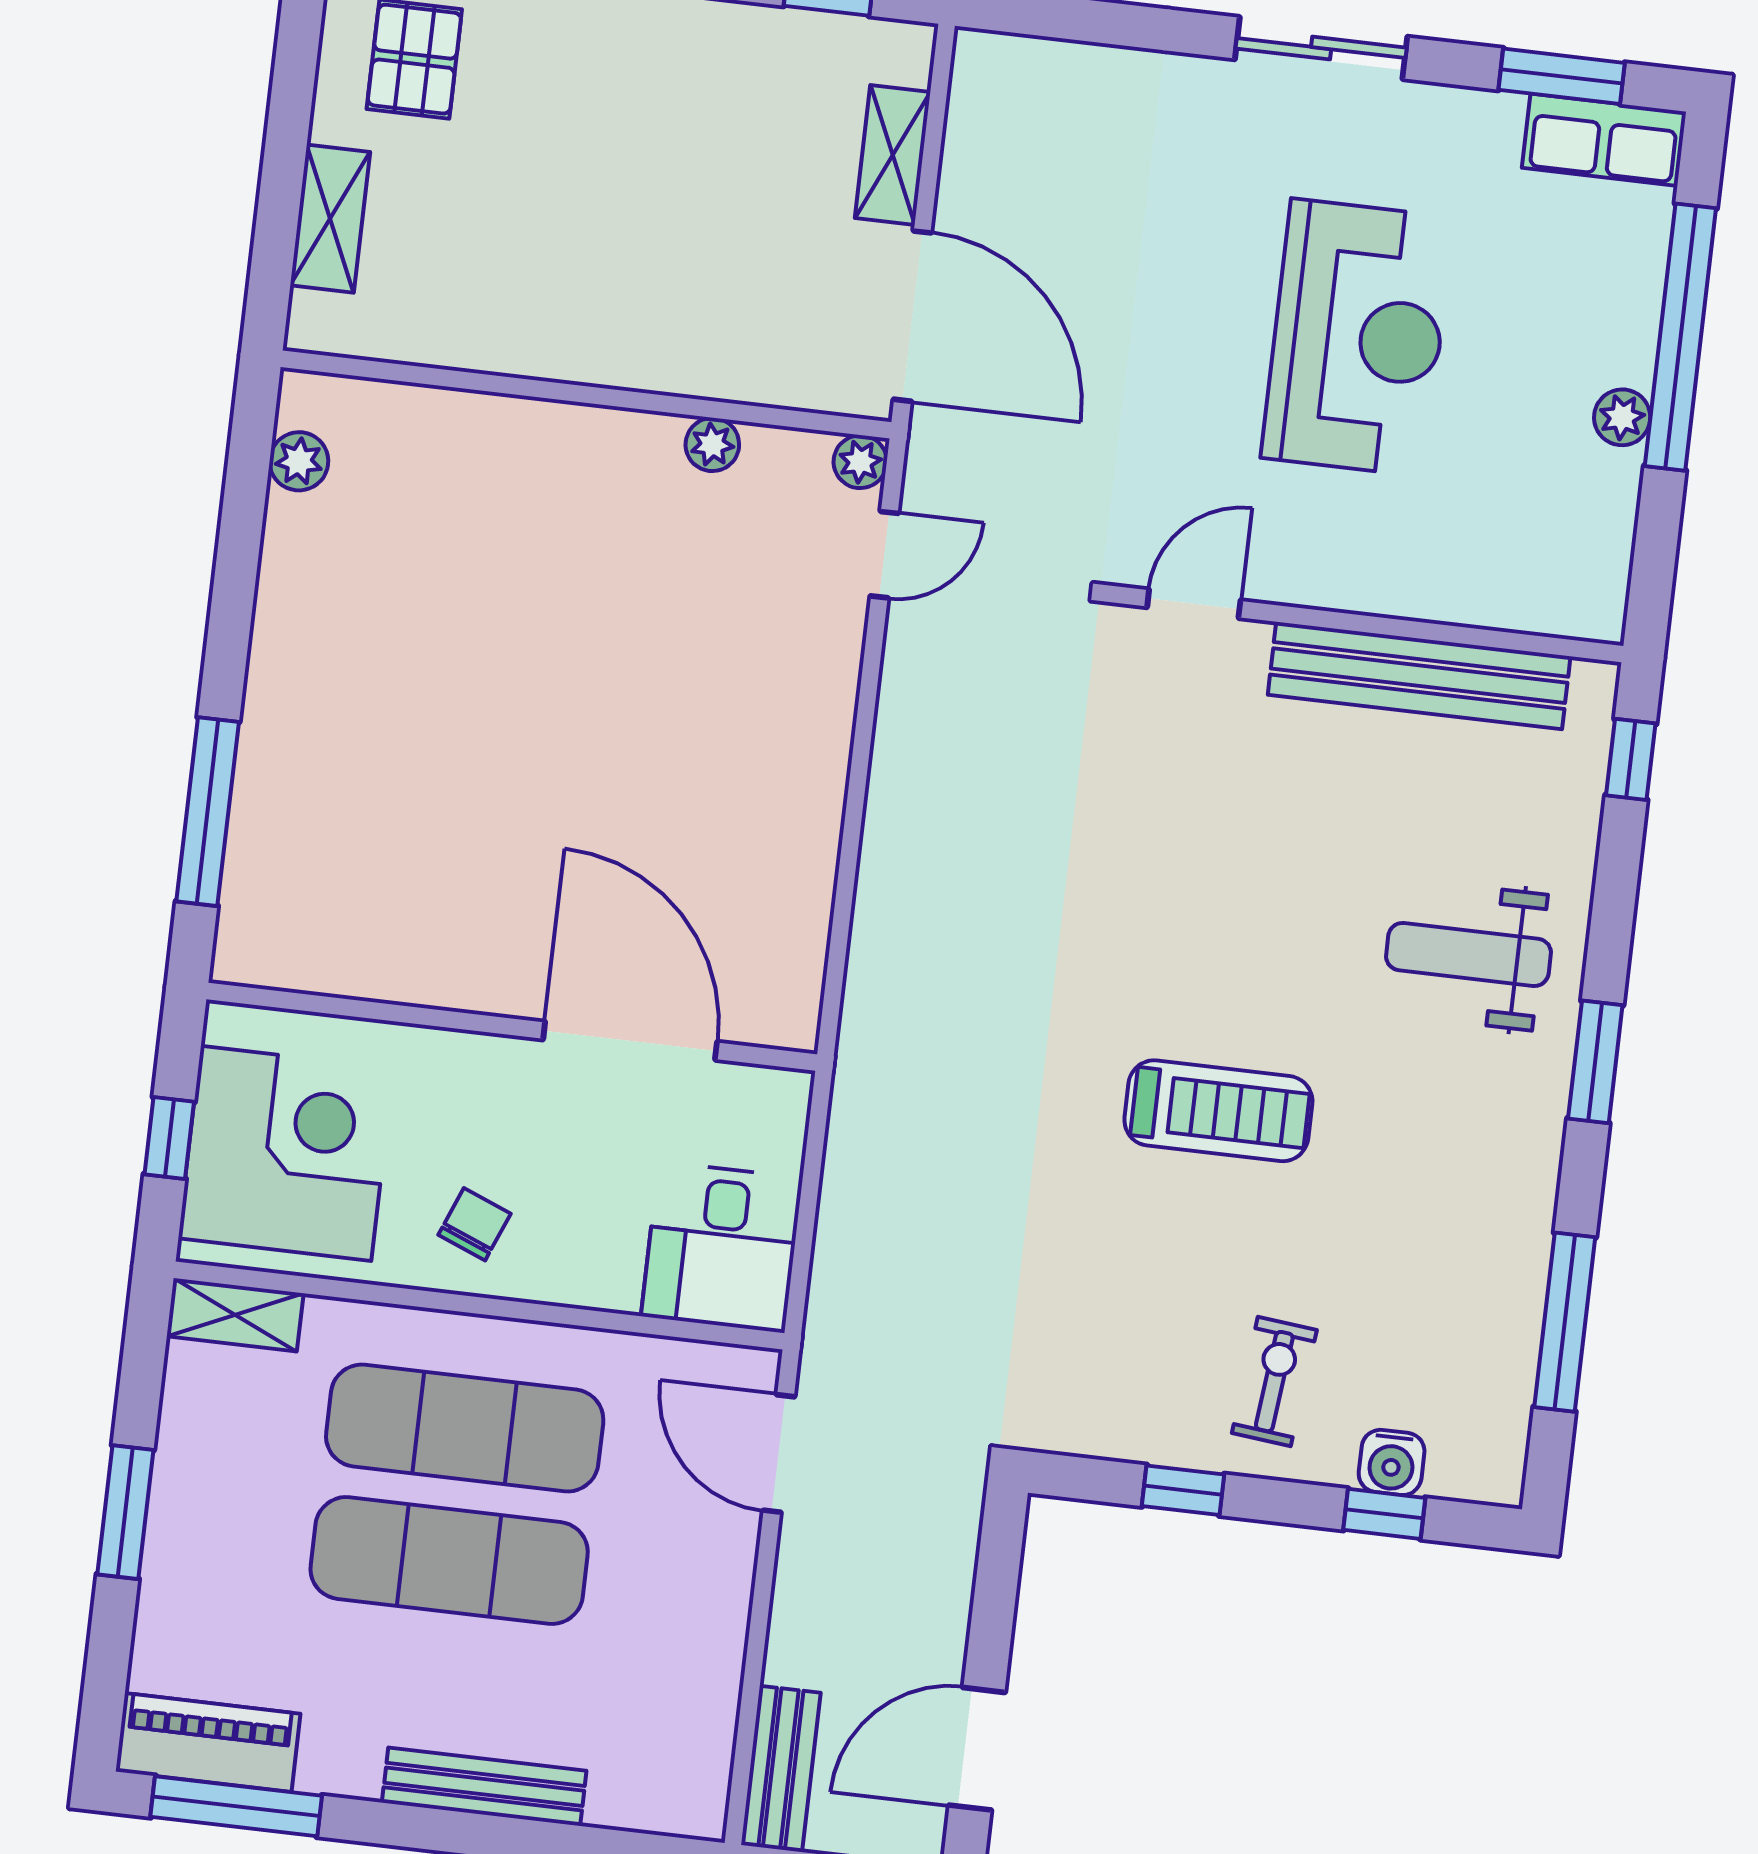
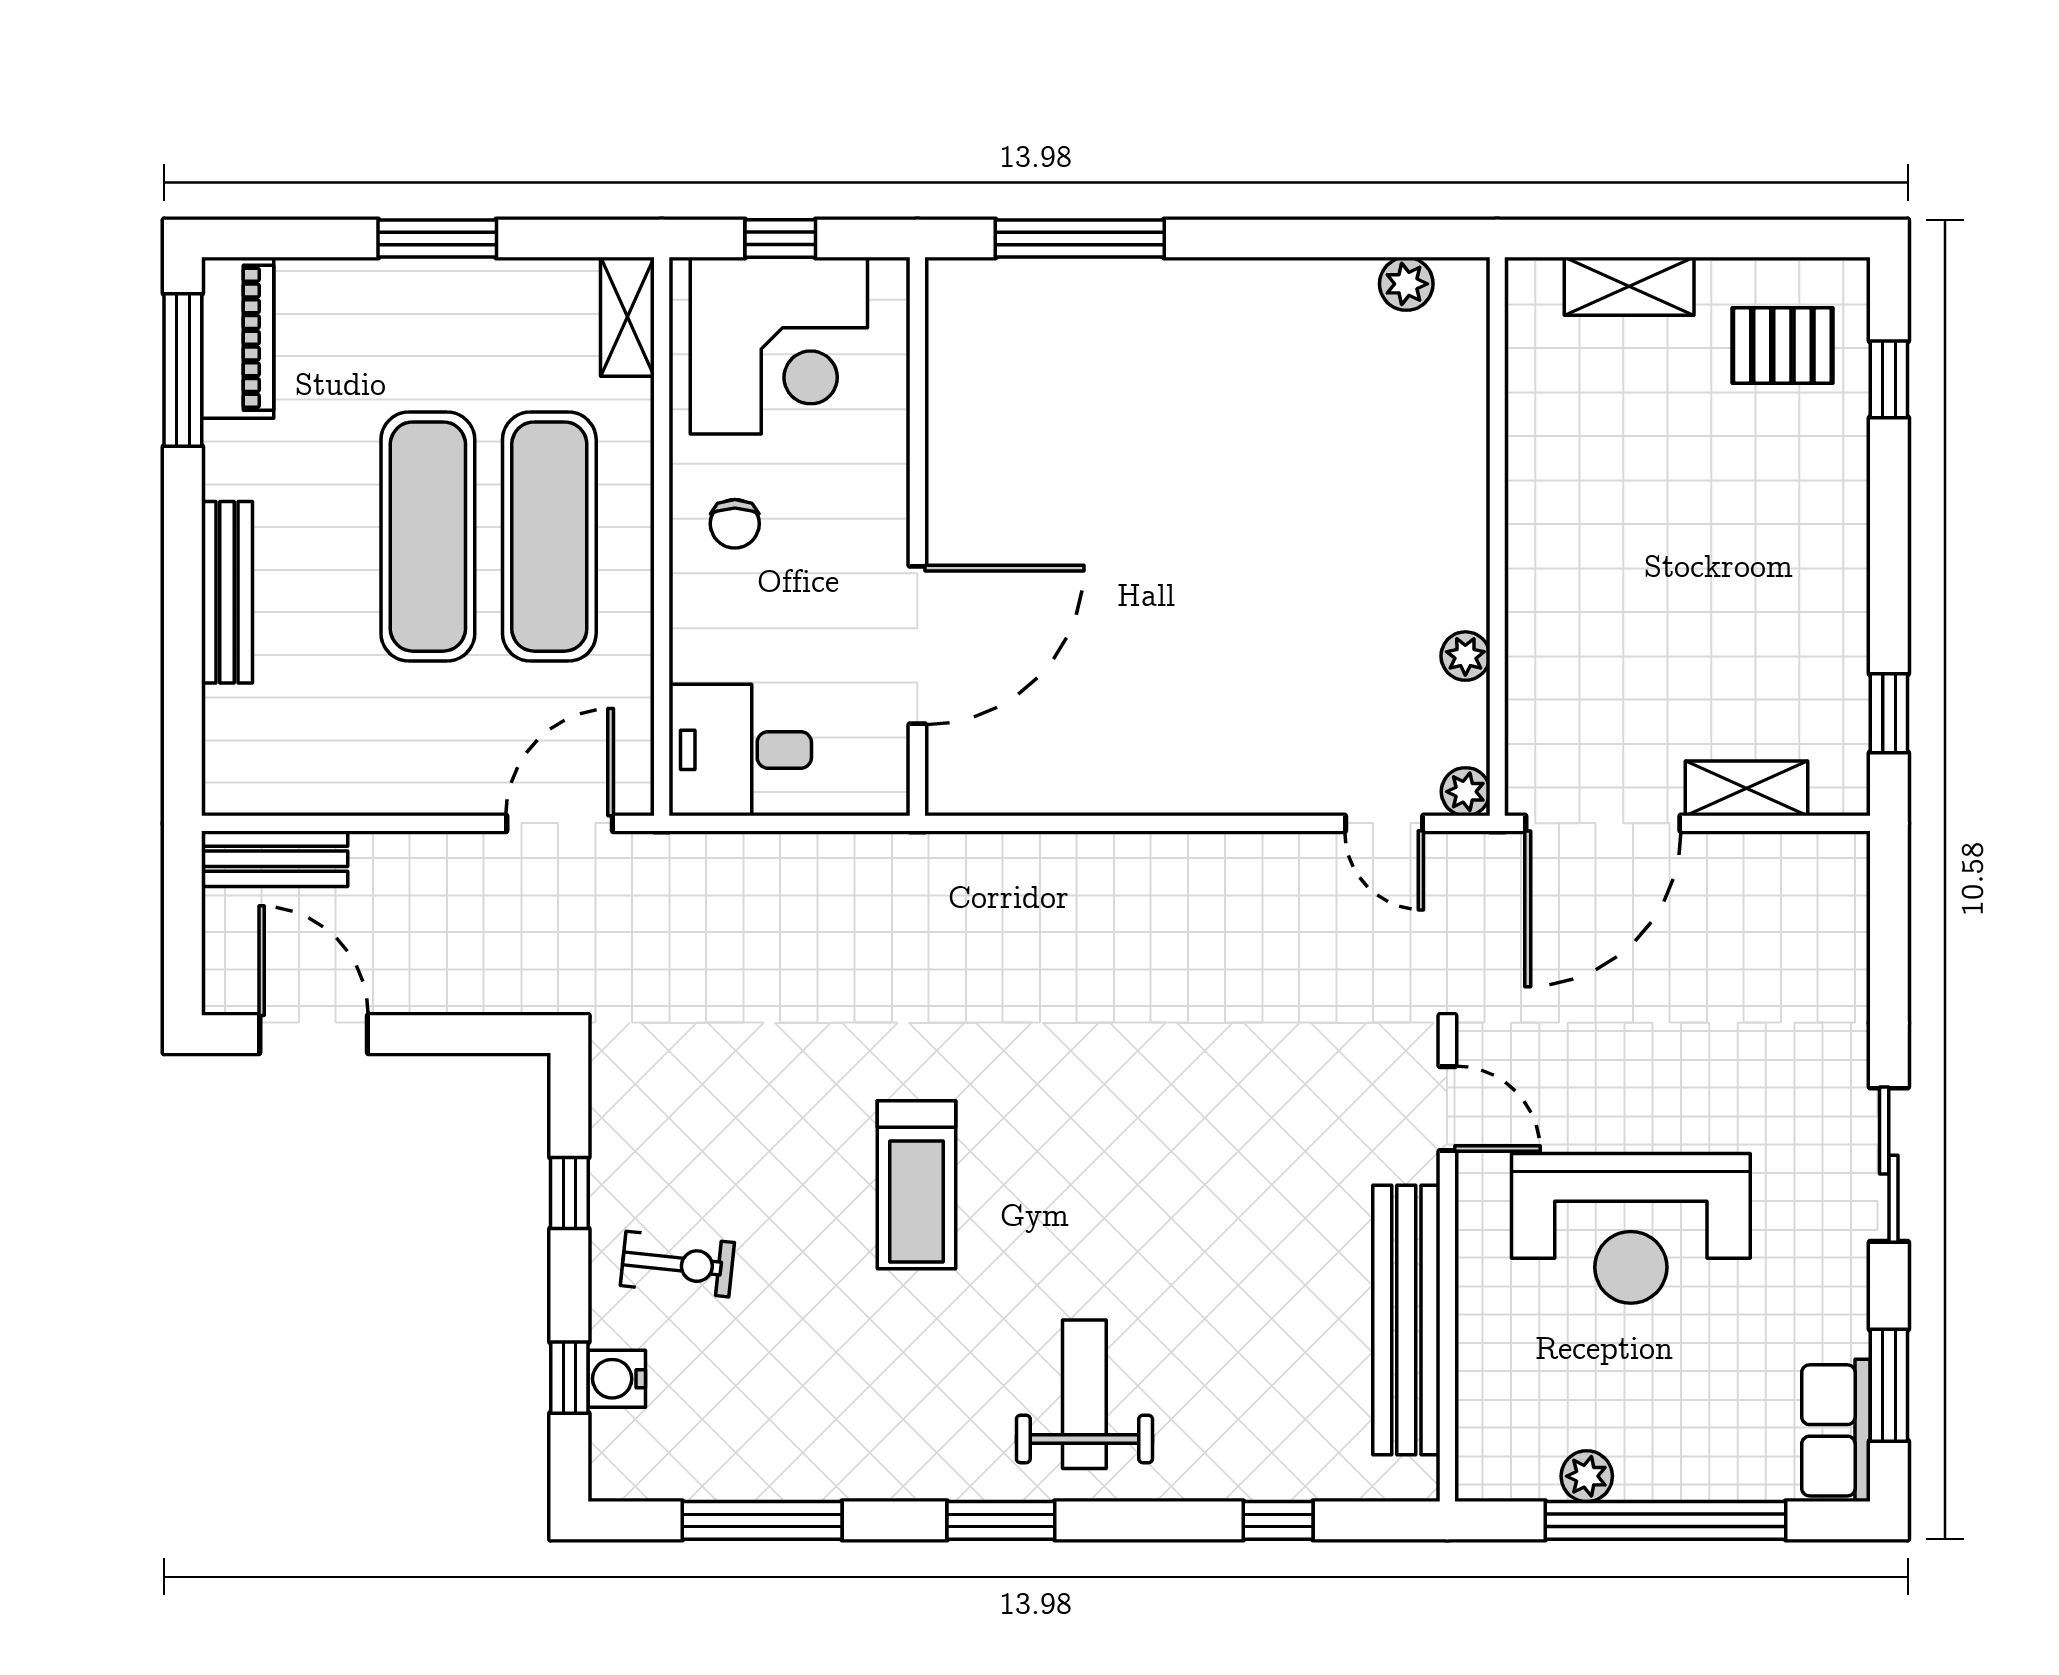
door: (1194, 604) -> (1447, 1109), moved
wall: (1366, 624) -> (1447, 1266), moved
bench: (1419, 676) -> (1406, 1320), moved
chair: (474, 1224) -> (735, 524), turned 68

